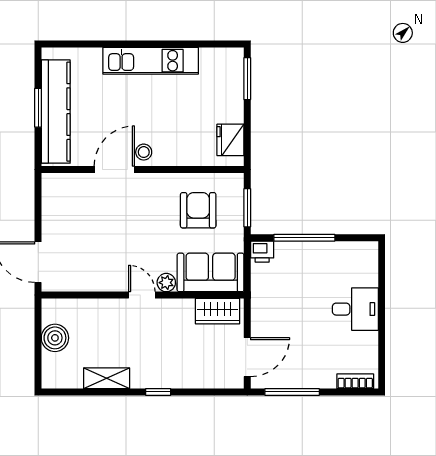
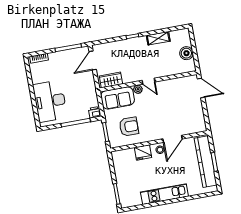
fridge: (230, 140) -> (143, 152), moved, turned 90
armchair: (198, 210) -> (129, 127), turned -90
desk: (355, 309) -> (50, 101), width x1.87, depth x1.30

